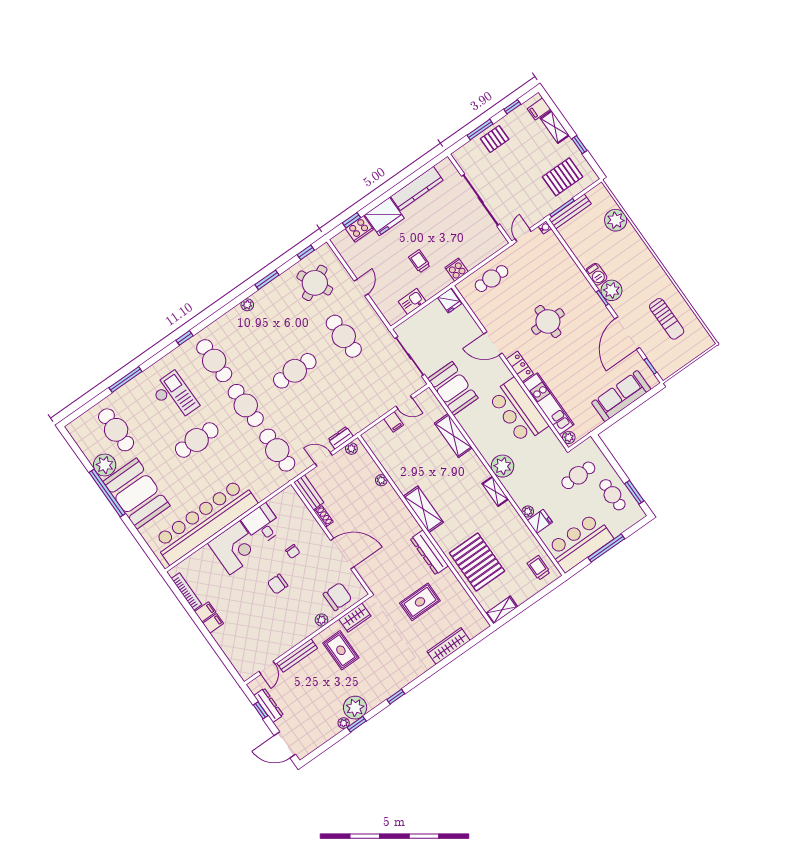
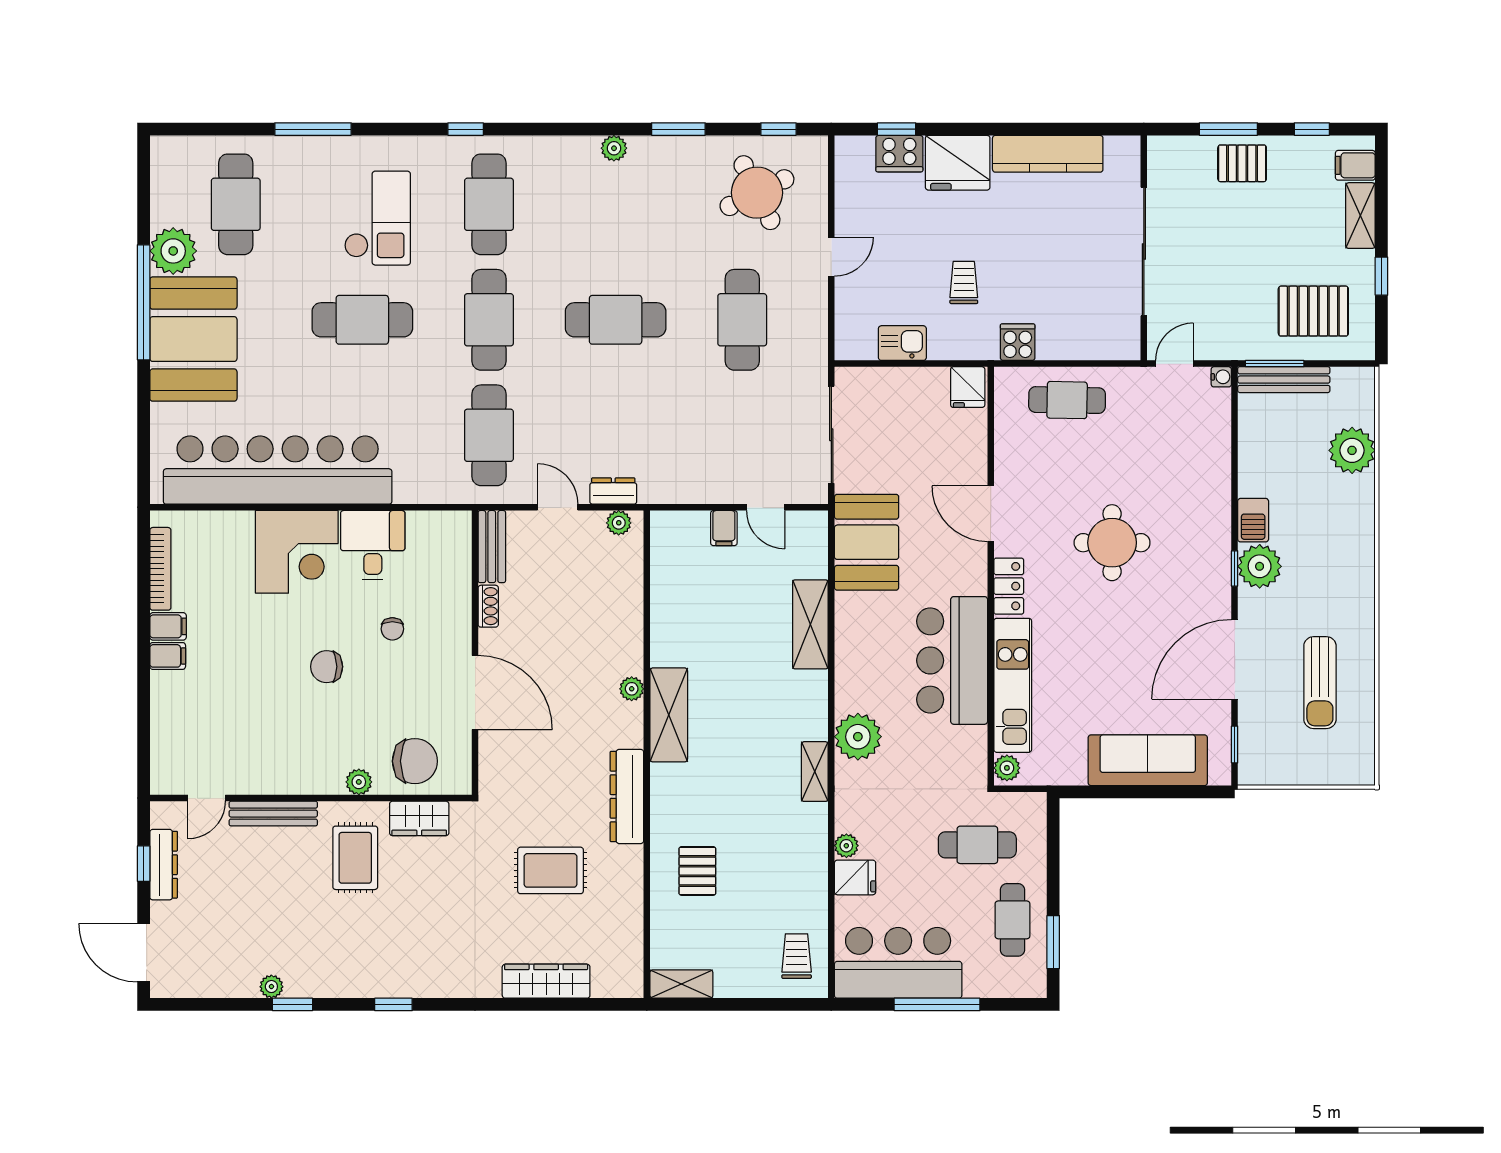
plant: (381, 480) -> (632, 689), moved
pallet: (477, 562) -> (697, 871), width x0.49, depth x0.50
plant: (355, 708) -> (310, 974), removed

